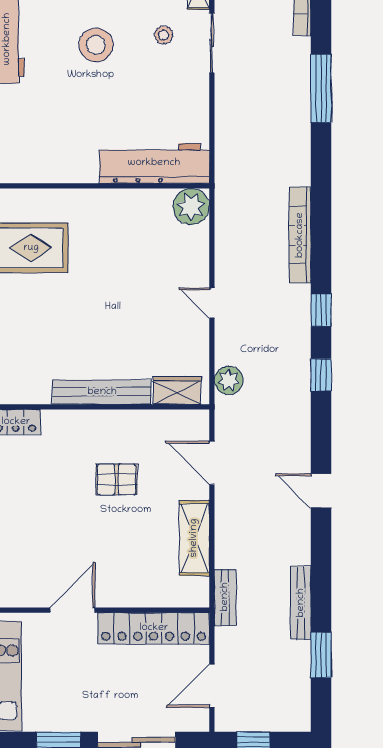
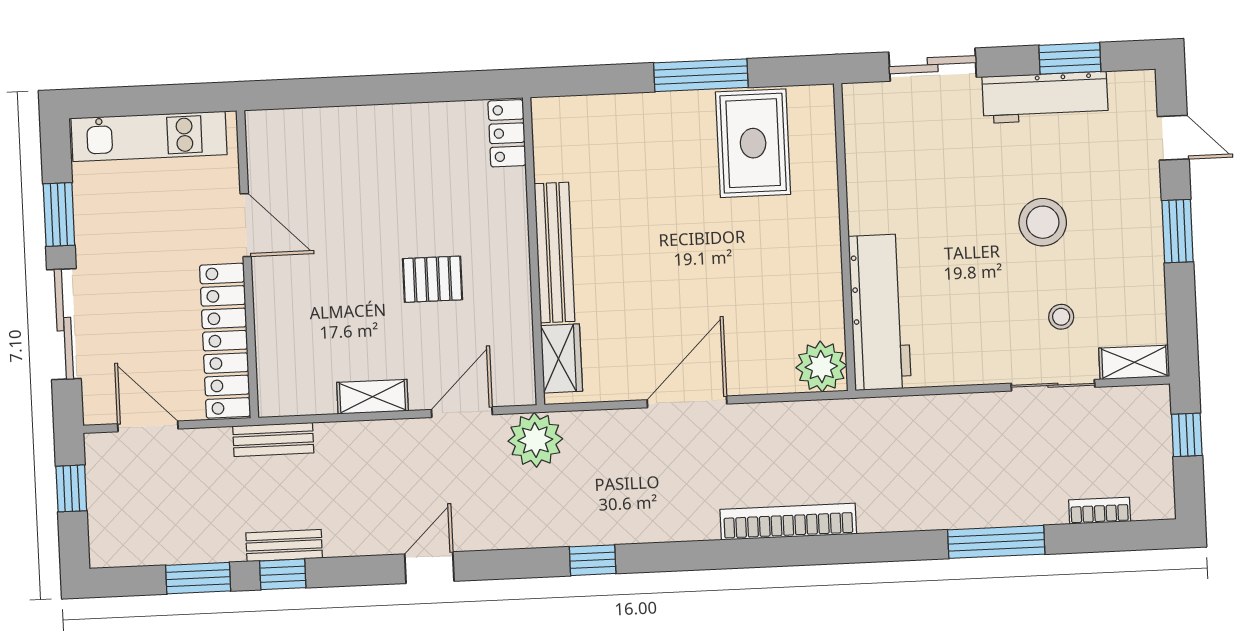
door: (212, 303) -> (687, 402), width x1.88
window: (321, 310) -> (283, 574), moved
plant: (229, 380) -> (535, 440), moved, width x1.36, depth x1.36
pallet: (117, 479) -> (432, 279), turned 90
shelving: (194, 538) -> (373, 397), width x0.67, depth x0.75
bench: (301, 603) -> (284, 545), width x0.73

